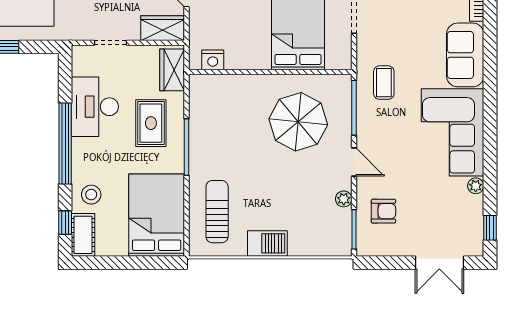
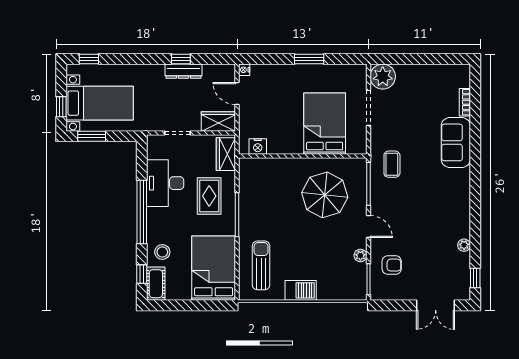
corner sofa: (452, 132) -> (446, 203), removed

